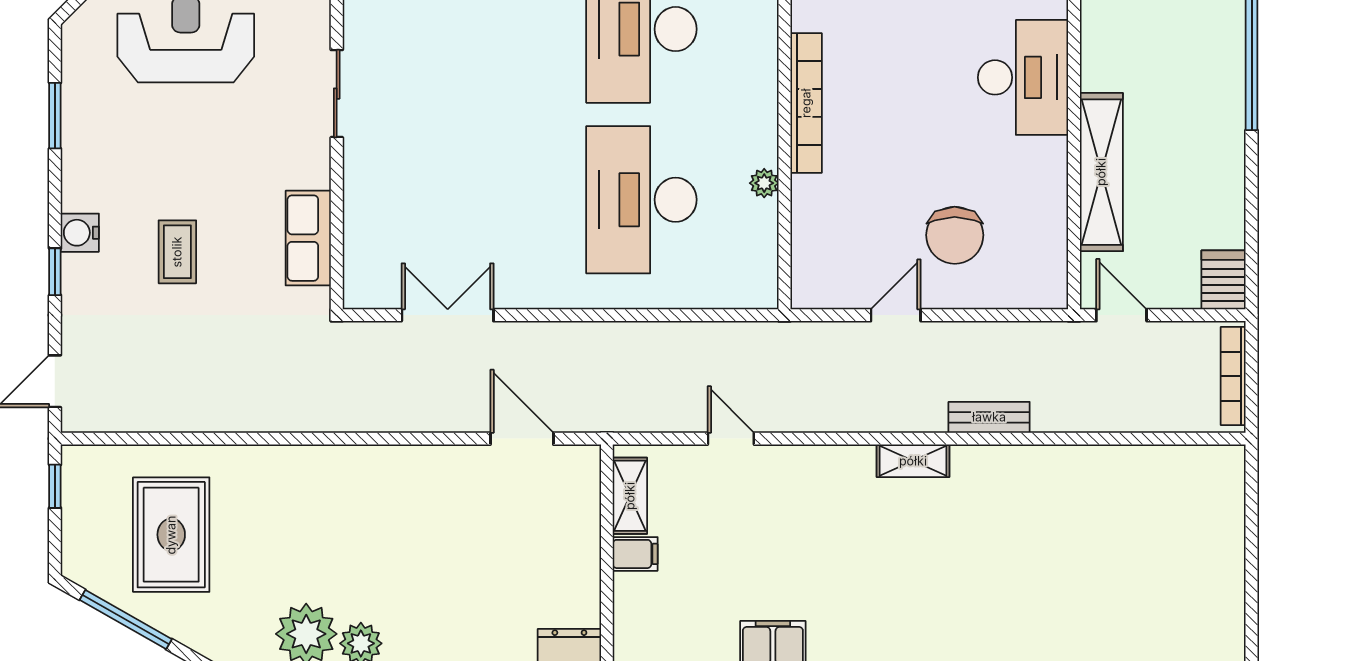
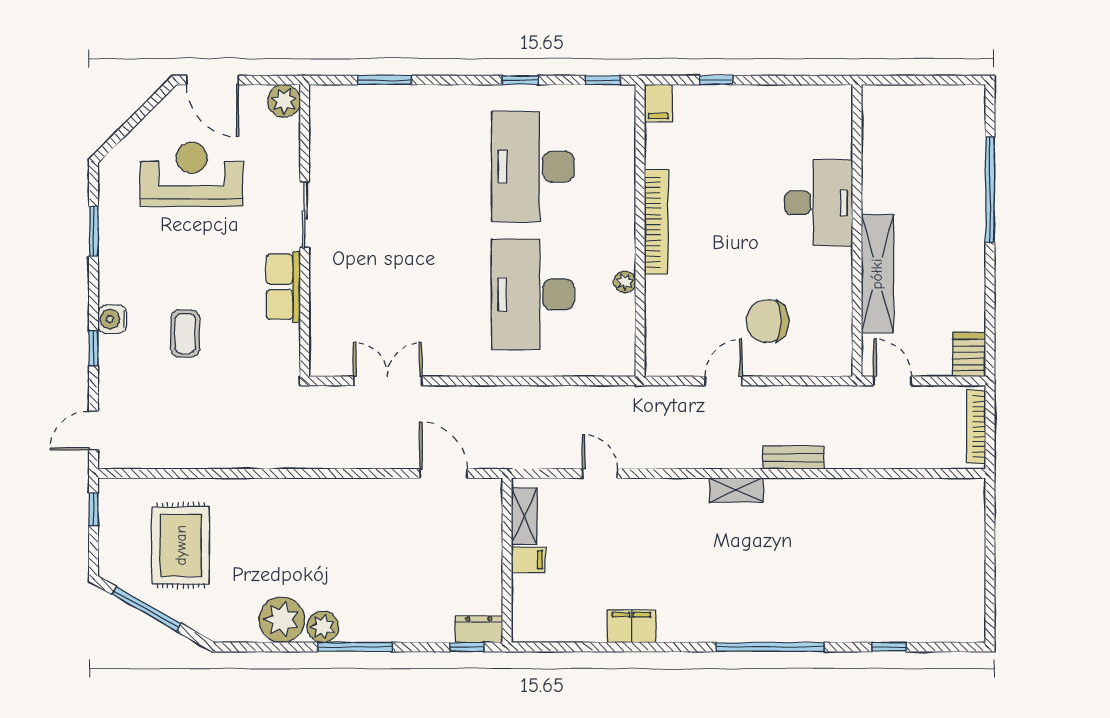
chair: (955, 235) -> (768, 321), turned 90
row of seats: (308, 238) -> (283, 287), moved

